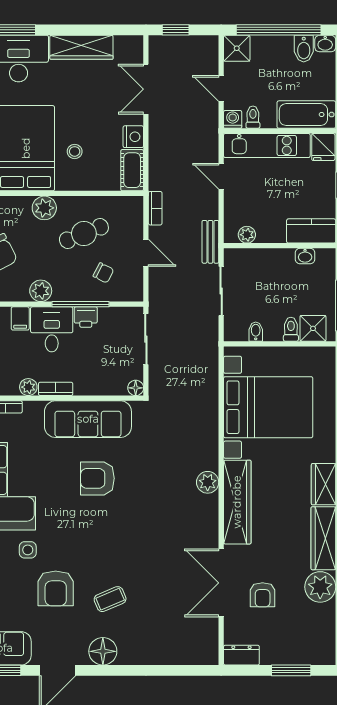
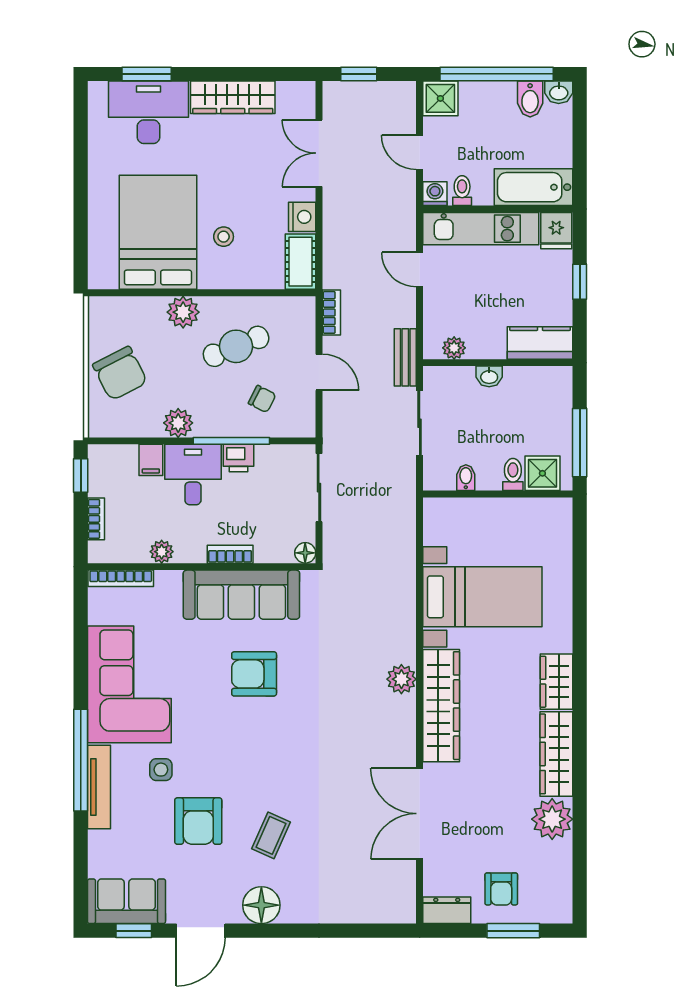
washbasin: (305, 256) -> (489, 376), moved
bookcase: (56, 389) -> (230, 554), moved
bed with nightstands: (268, 407) -> (482, 597), width x0.73
armchair: (263, 595) -> (501, 889), moved
coffee table: (110, 599) -> (271, 835), turned -43

